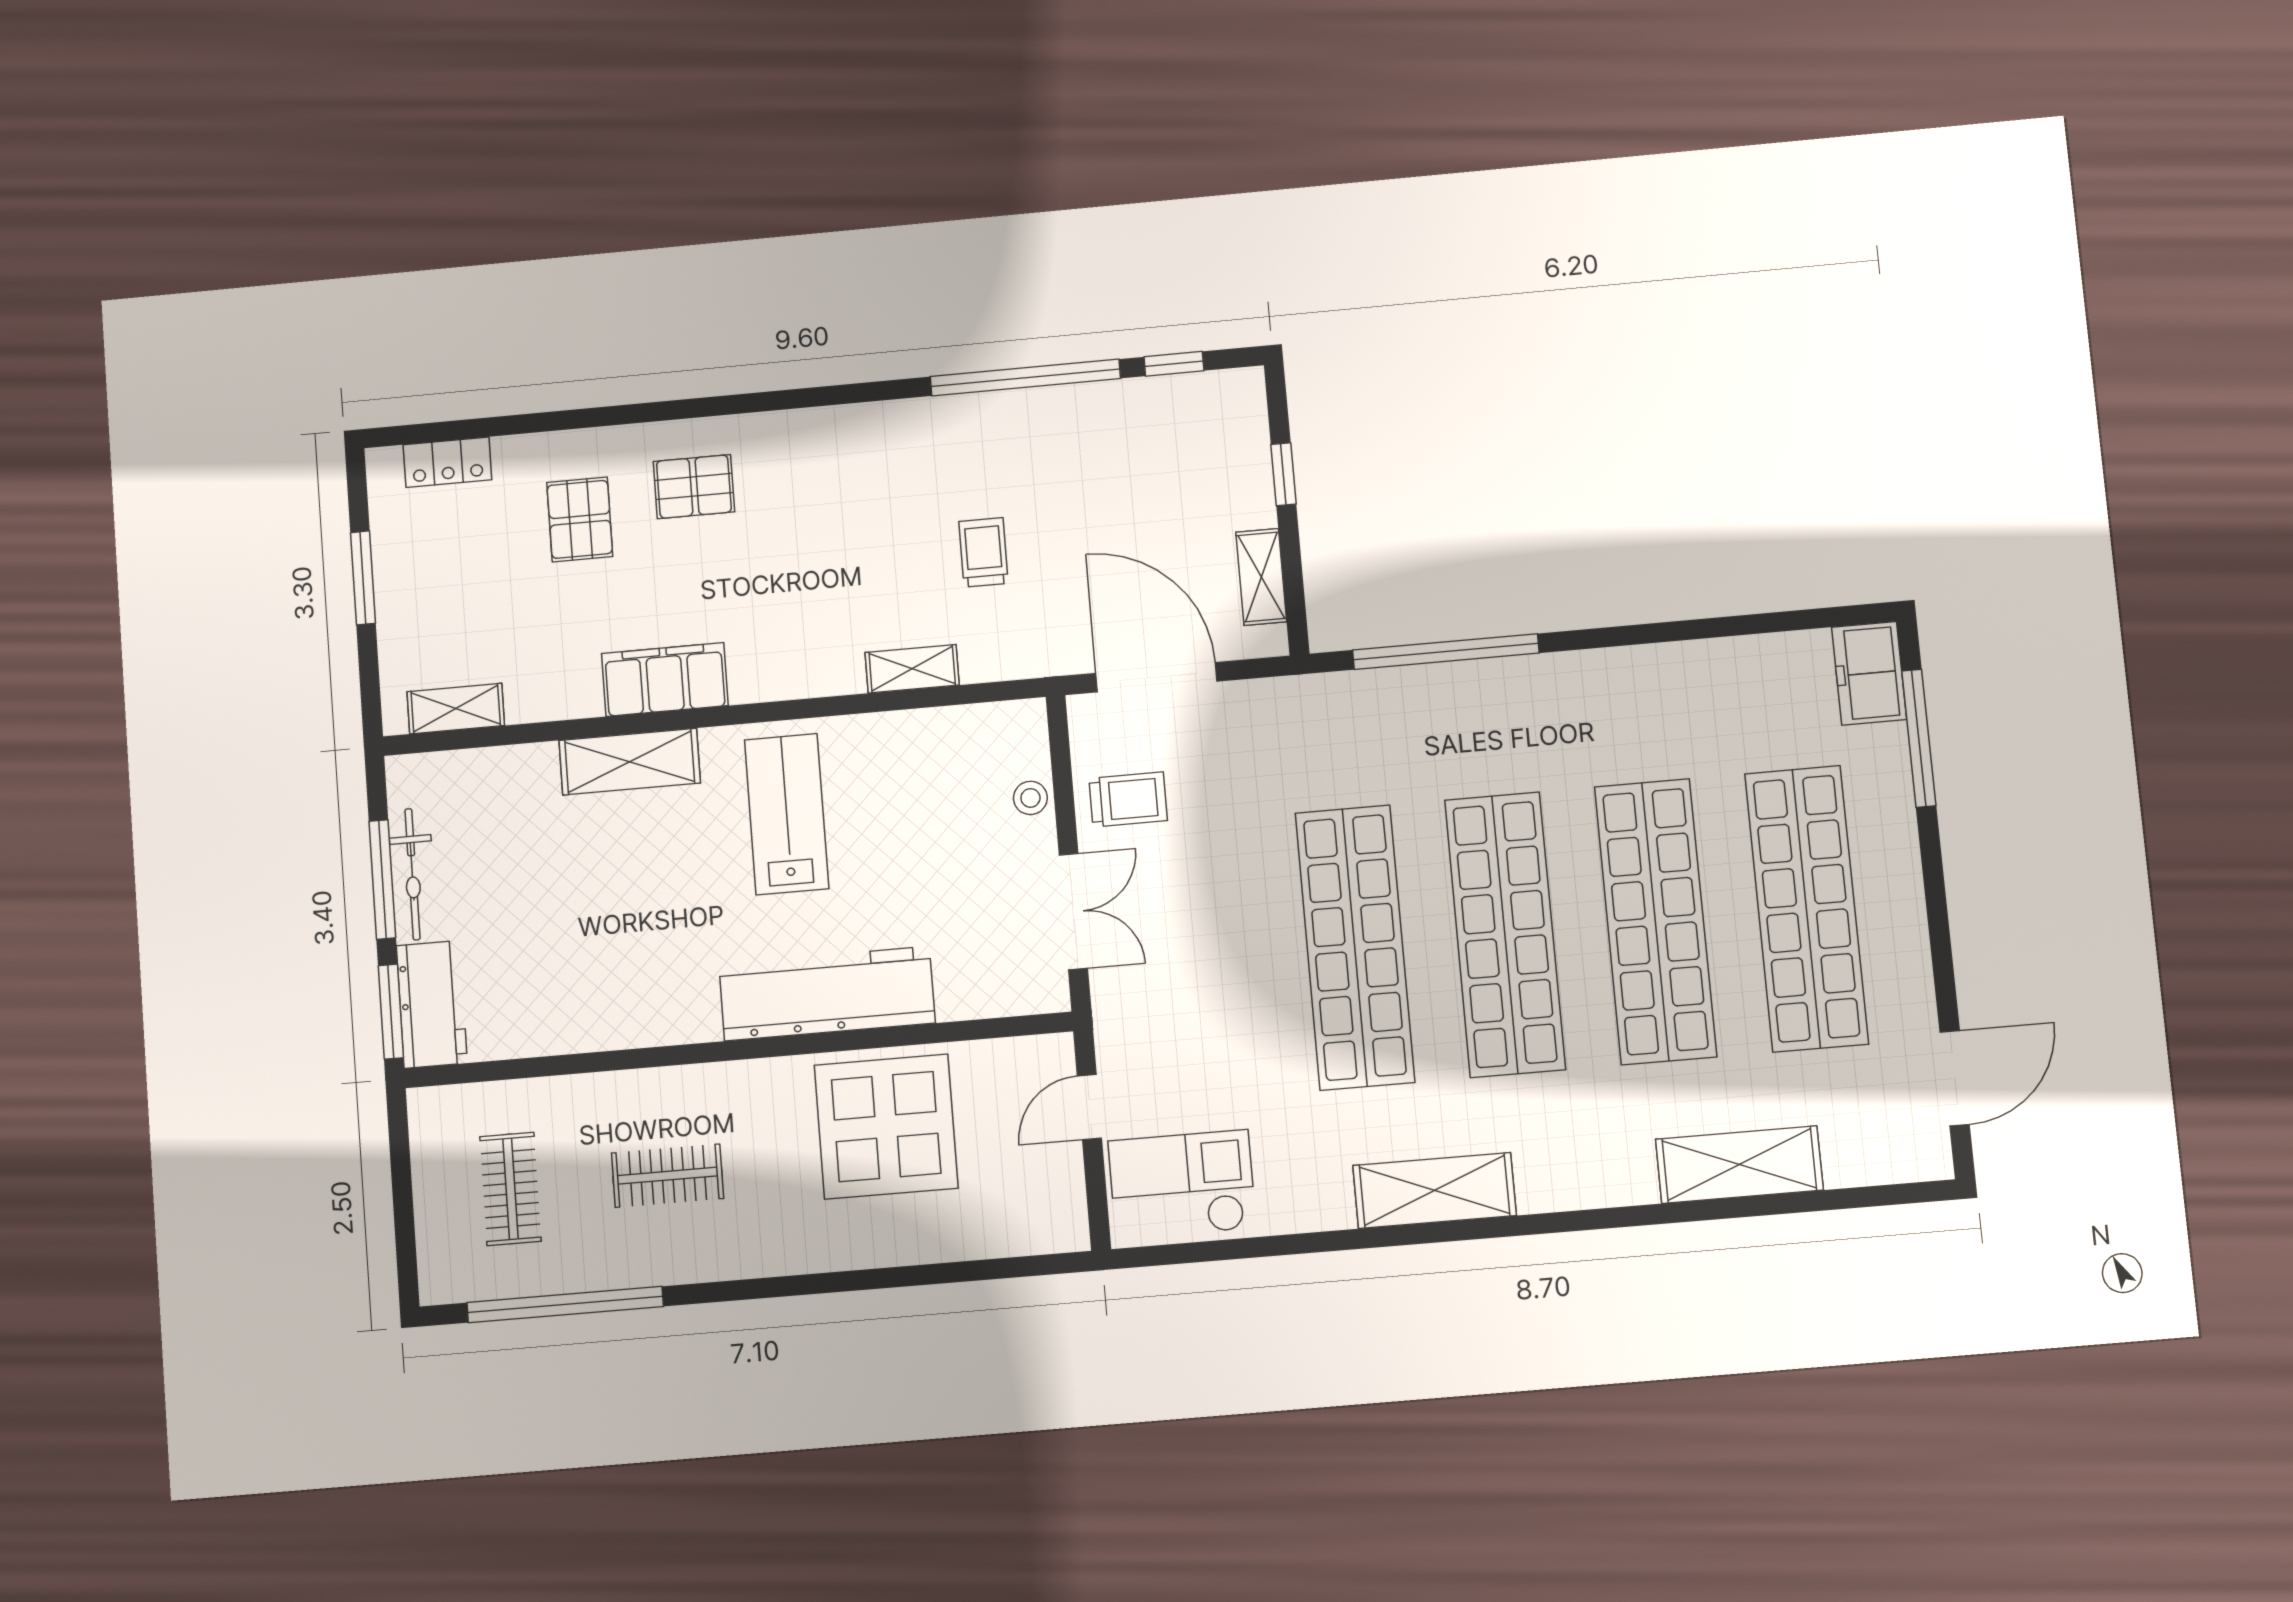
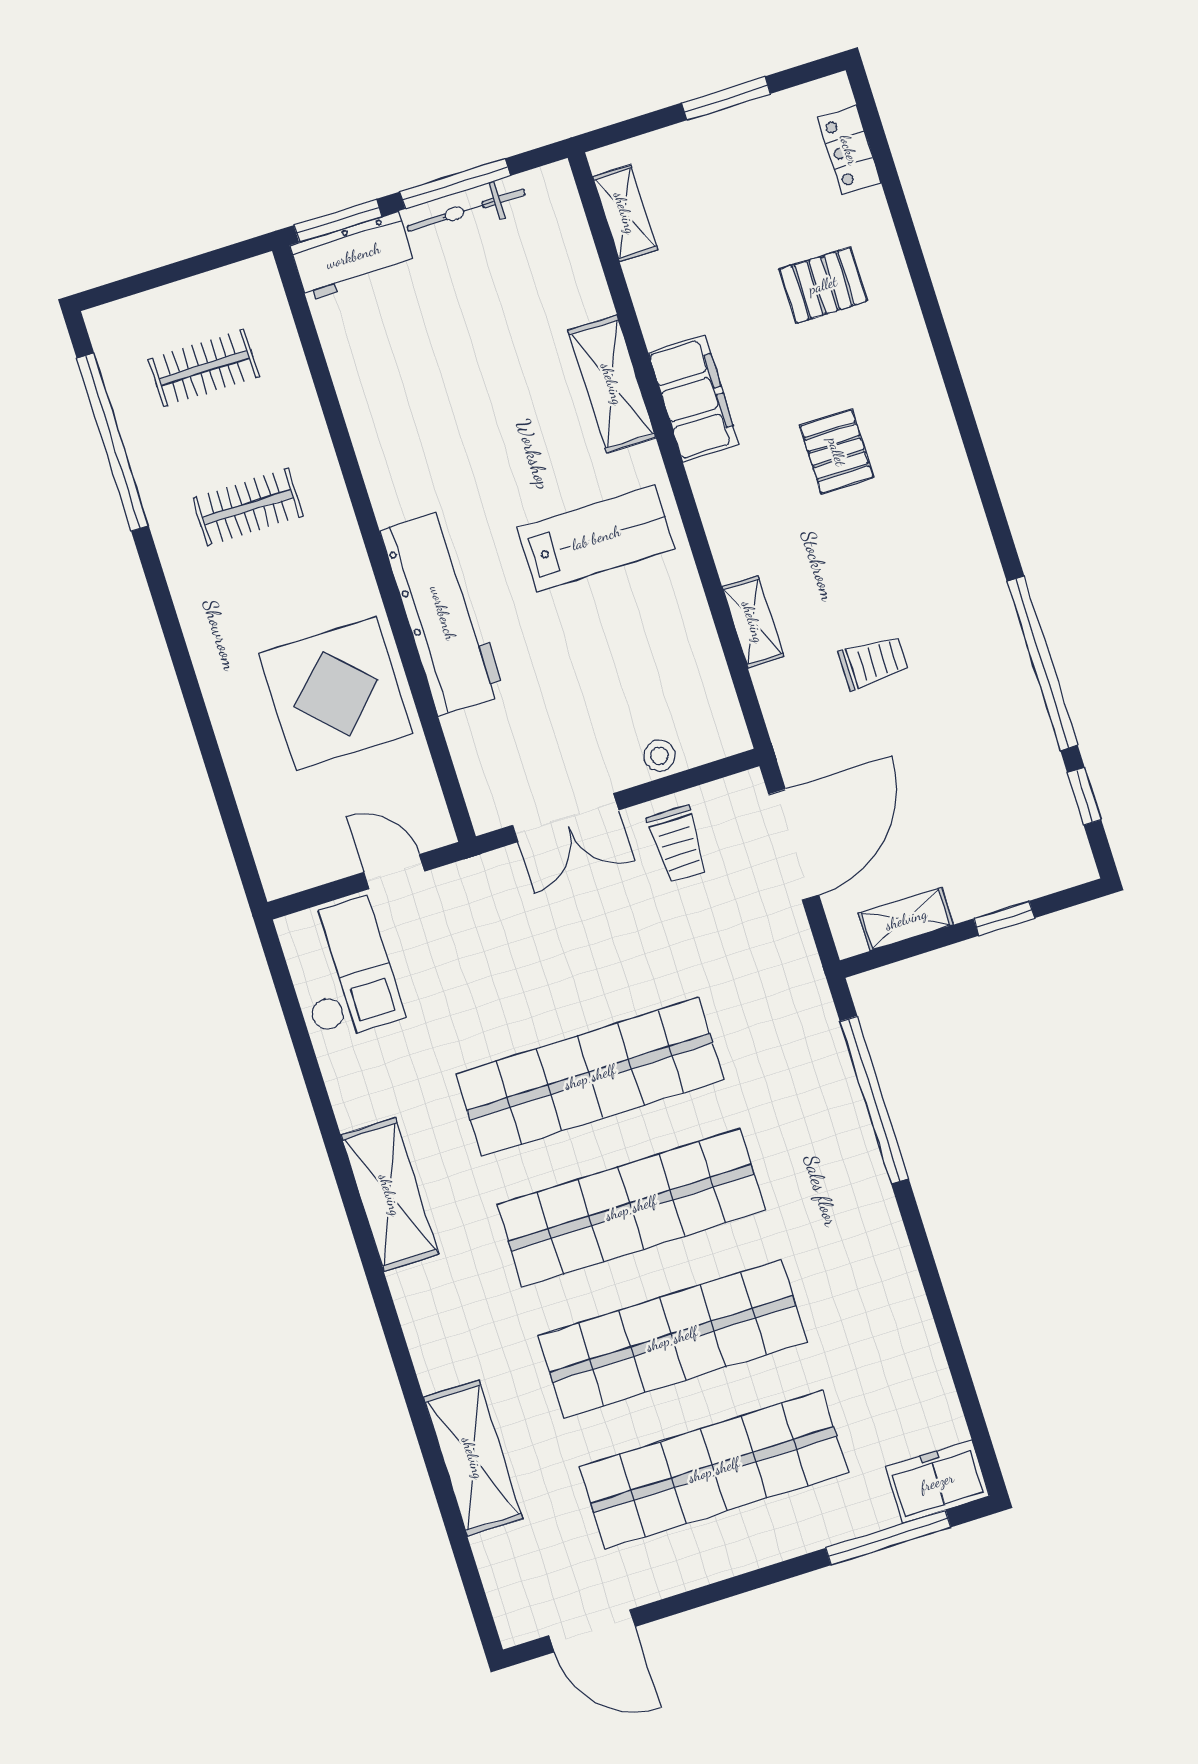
pallet: (694, 487) -> (837, 452), moved
clothes rail: (667, 1176) -> (248, 507), turned 90

